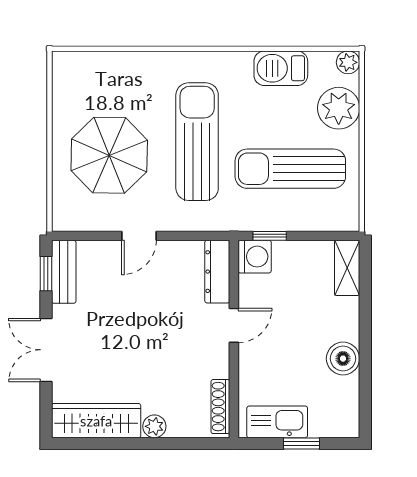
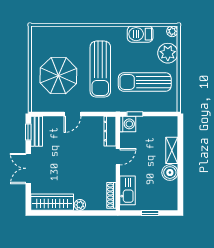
sun lounger: (197, 142) -> (100, 69), turned 180
shelving: (347, 268) -> (172, 150), moved
kitchen sink: (277, 422) -> (127, 190), moved, turned 90

